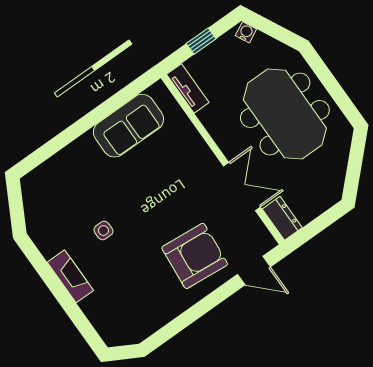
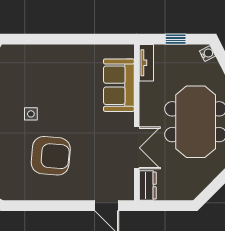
sofa: (128, 126) -> (119, 85), moved, turned 90
armchair: (195, 256) -> (51, 156), moved

